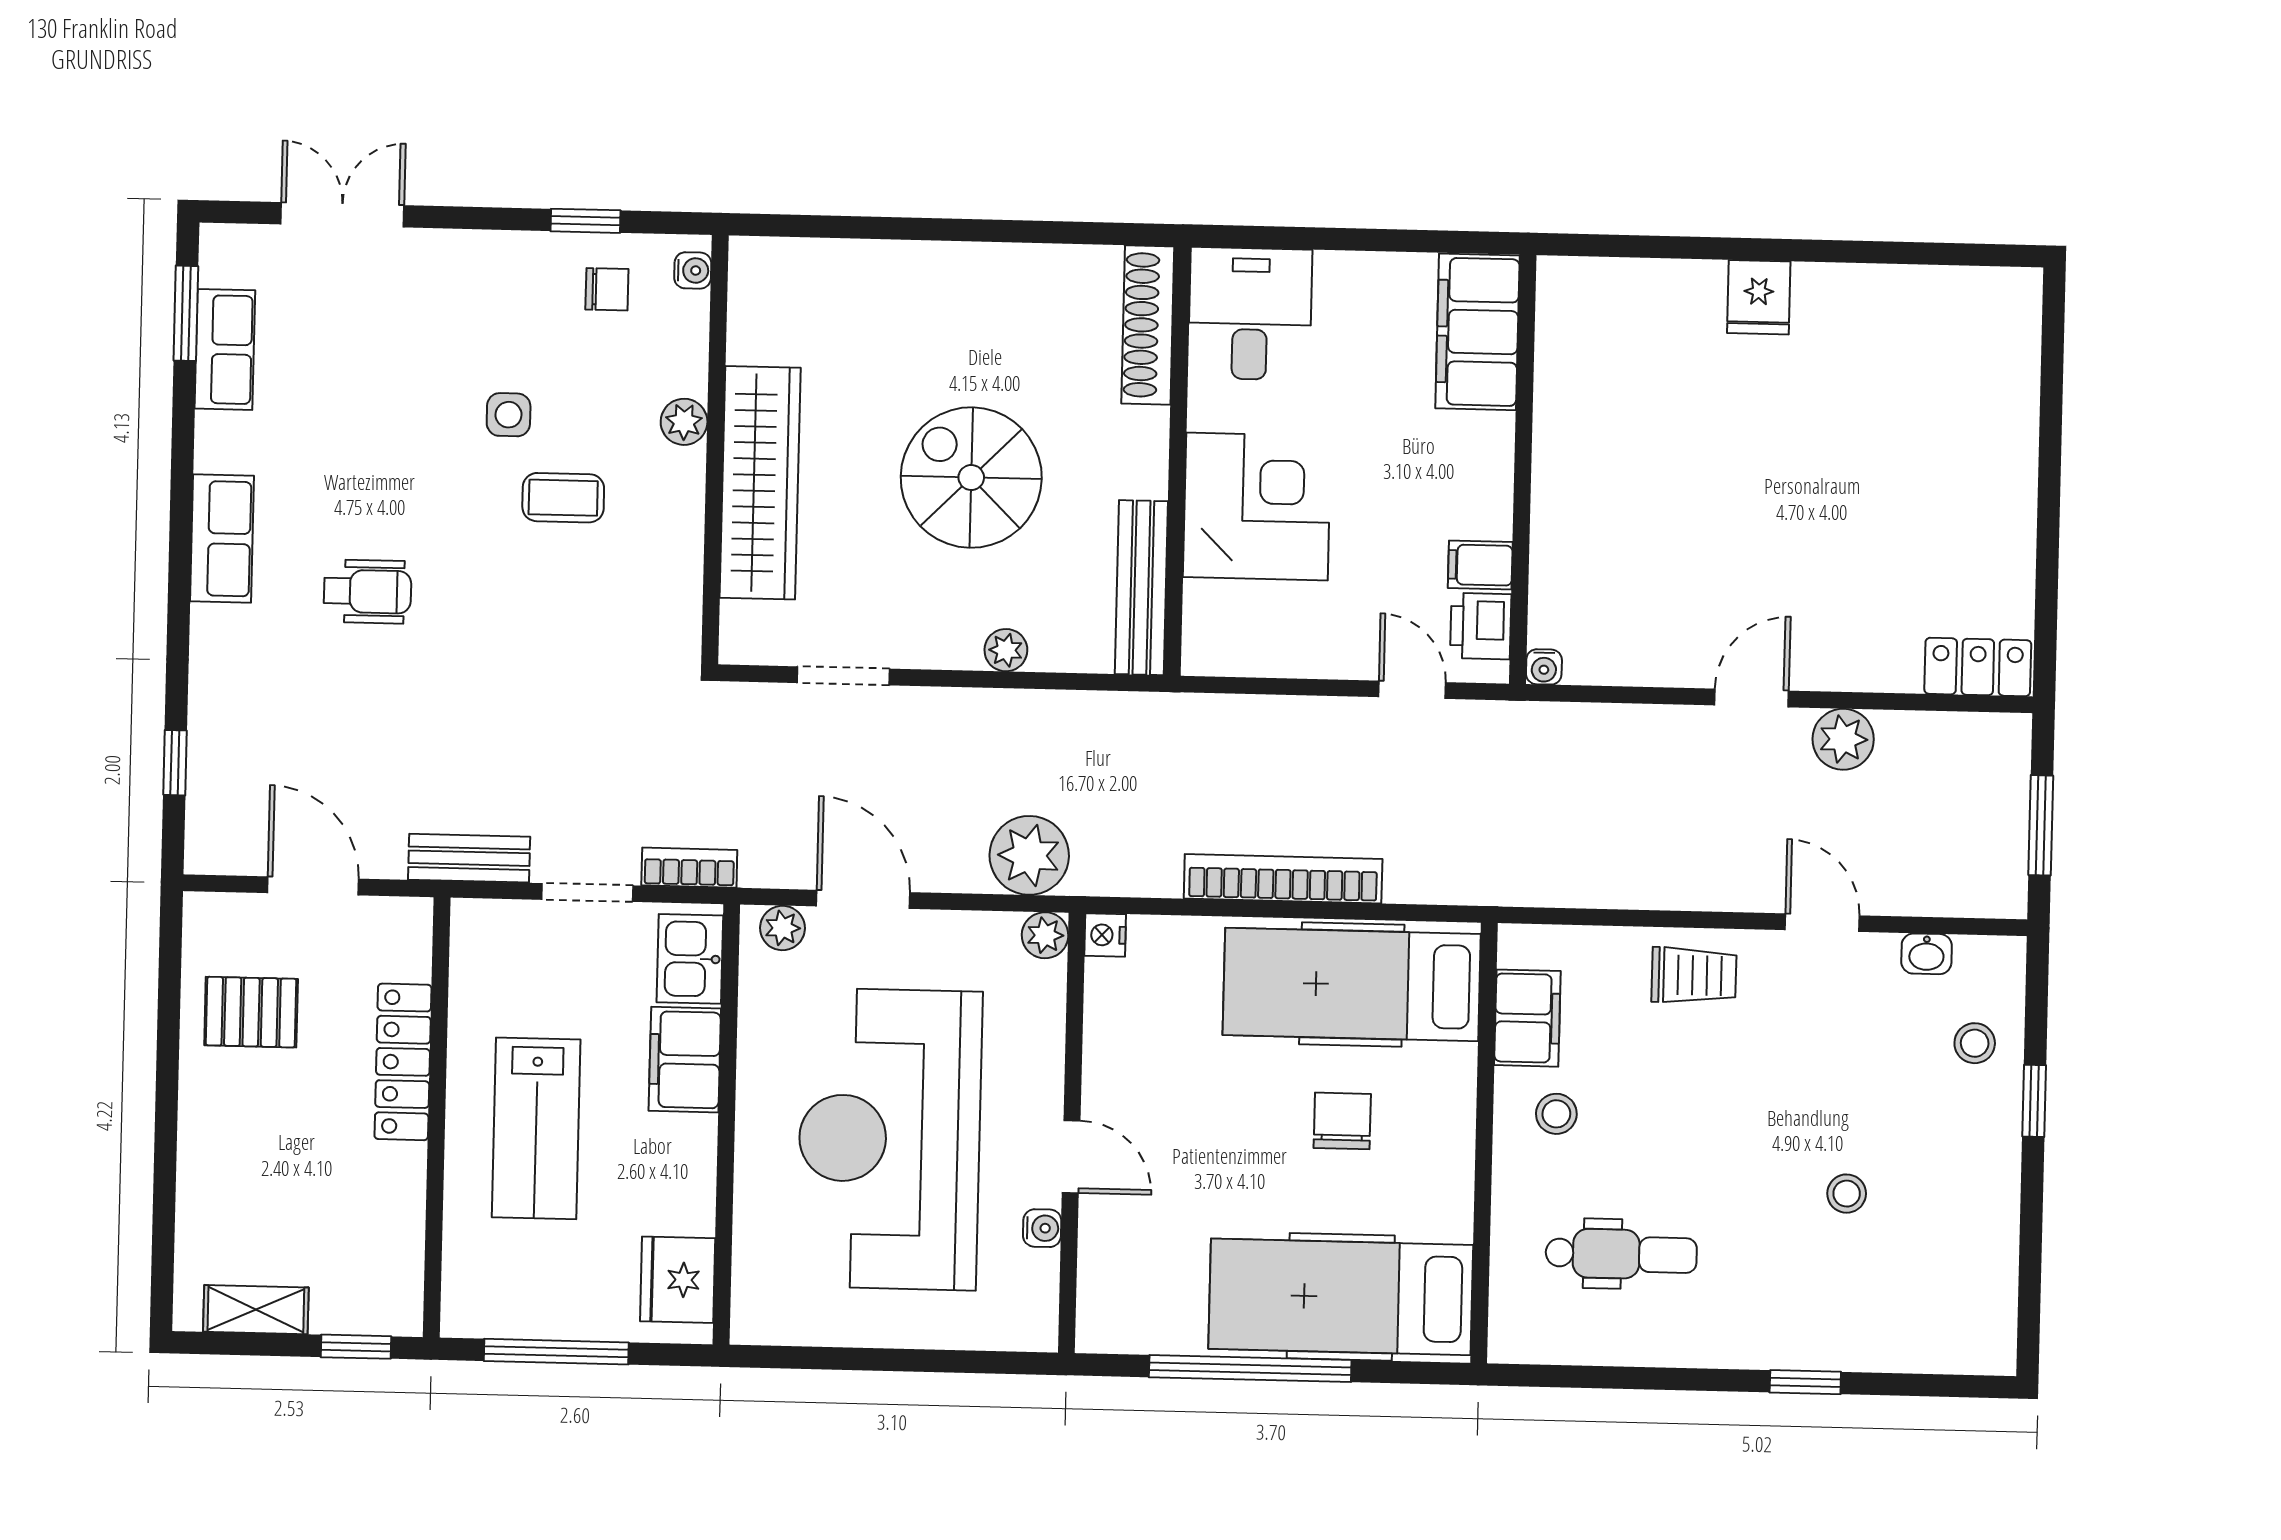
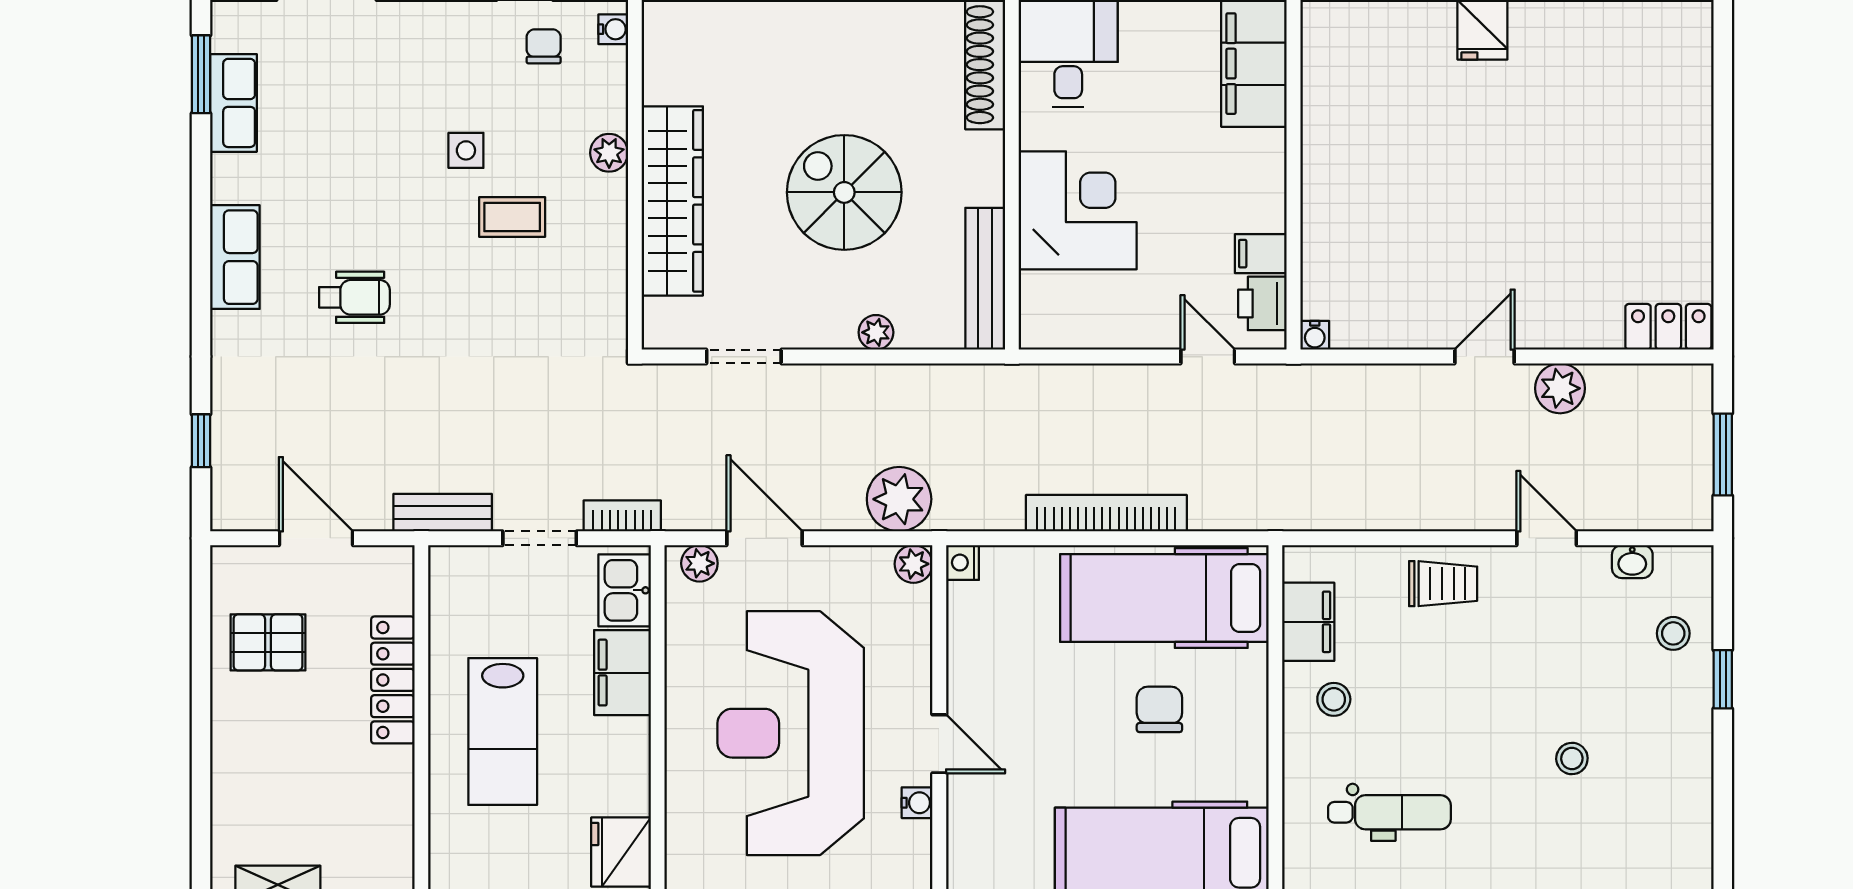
chair: (607, 289) -> (544, 46), turned -90

